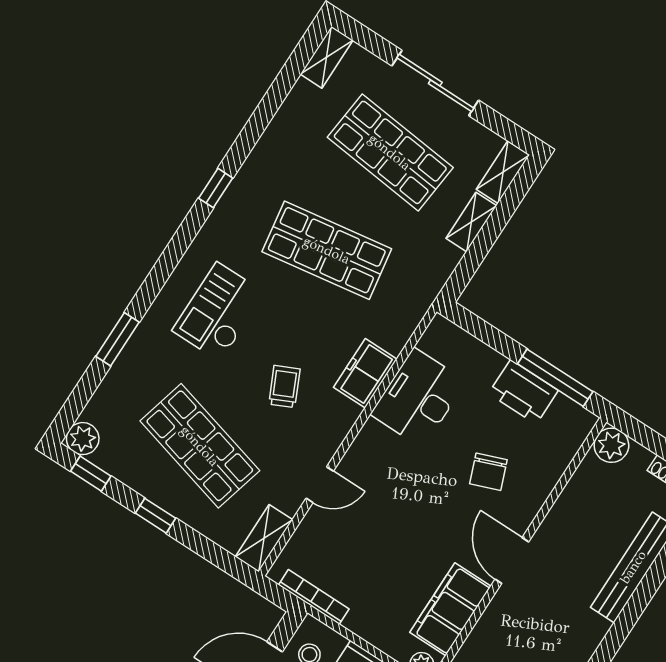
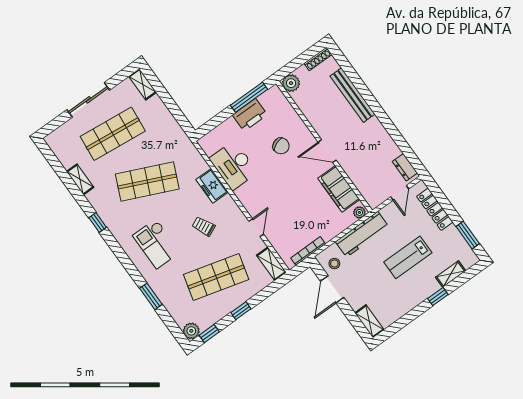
shelving: (327, 57) -> (80, 179), moved
shelving: (471, 222) -> (160, 108), removed
shop shelf: (327, 250) -> (147, 182), turned 33

